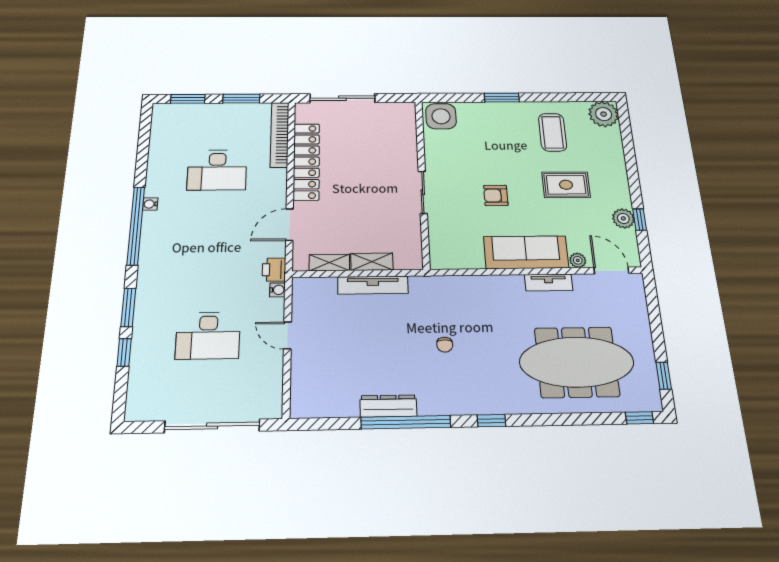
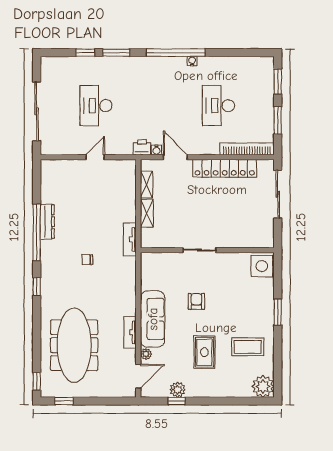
tv unit: (373, 285) -> (130, 239), moved, width x0.71
water cooler: (277, 290) -> (156, 150), moved

